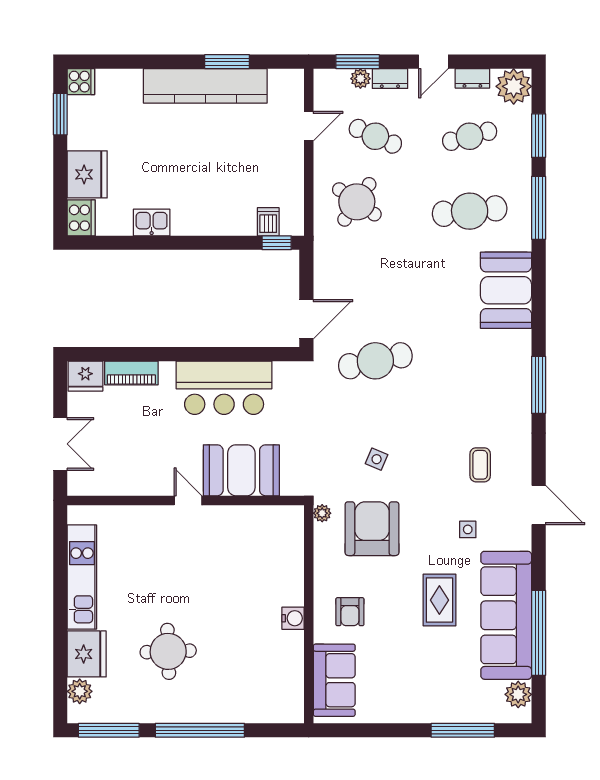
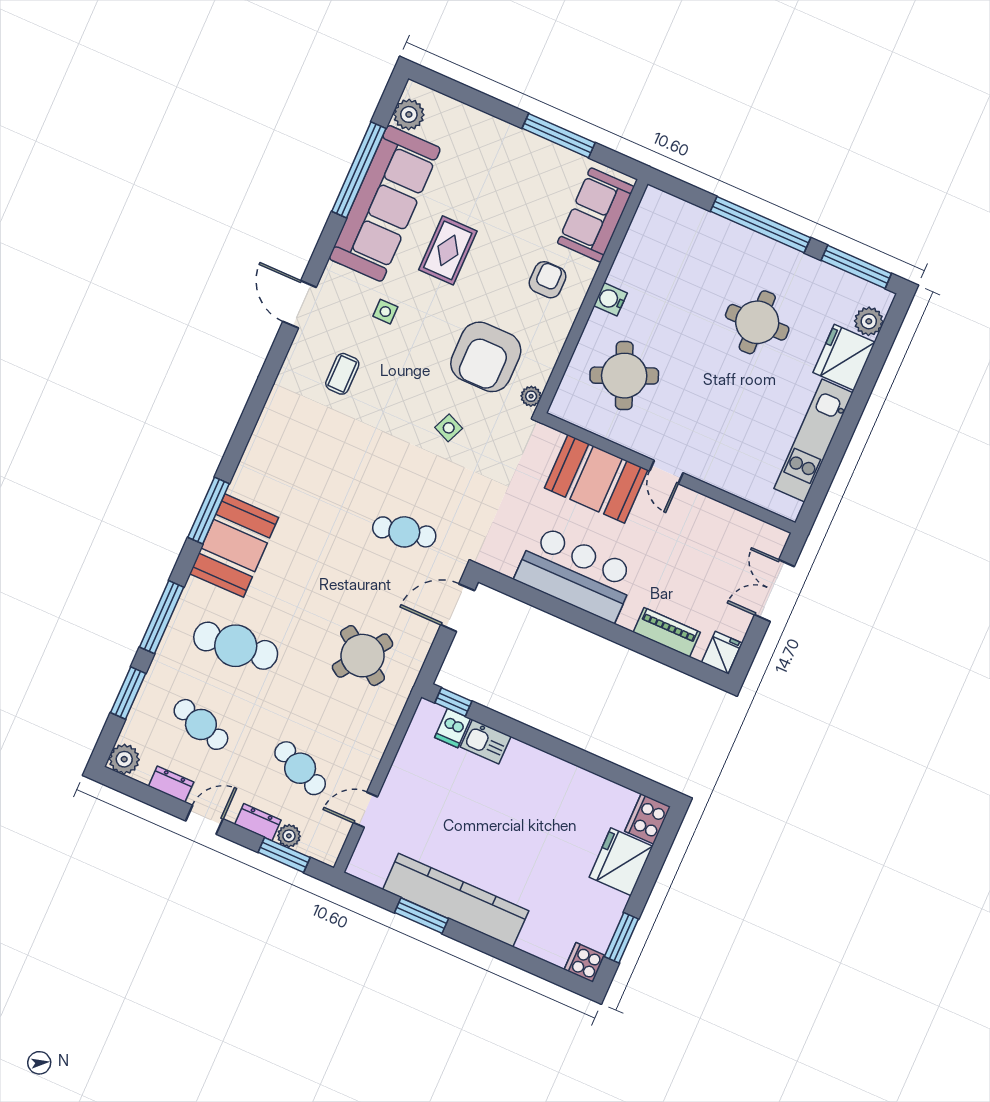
plant: (514, 86) -> (124, 759), width x0.73, depth x0.73
cafe table: (470, 136) -> (201, 724), turned 33
round table: (357, 202) -> (363, 656), moved
kitchen sink: (152, 222) -> (486, 742), moved
cafe table: (375, 361) -> (404, 532), width x0.73, depth x0.74
fridge: (85, 376) -> (722, 653), width x0.72
window: (539, 385) -> (209, 511), moved
round table: (255, 562) -> (624, 376), added
window: (463, 730) -> (559, 136), moved

